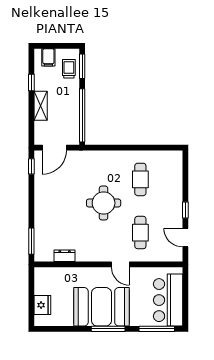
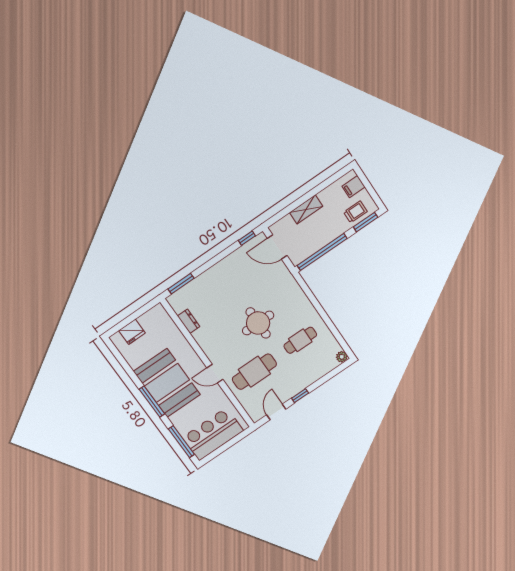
window: (31, 82) -> (321, 187), removed
plant: (177, 156) -> (342, 357), added
cafe table: (140, 233) -> (254, 372), width x1.37, depth x1.35
door: (120, 264) -> (215, 374), hinge flipped

